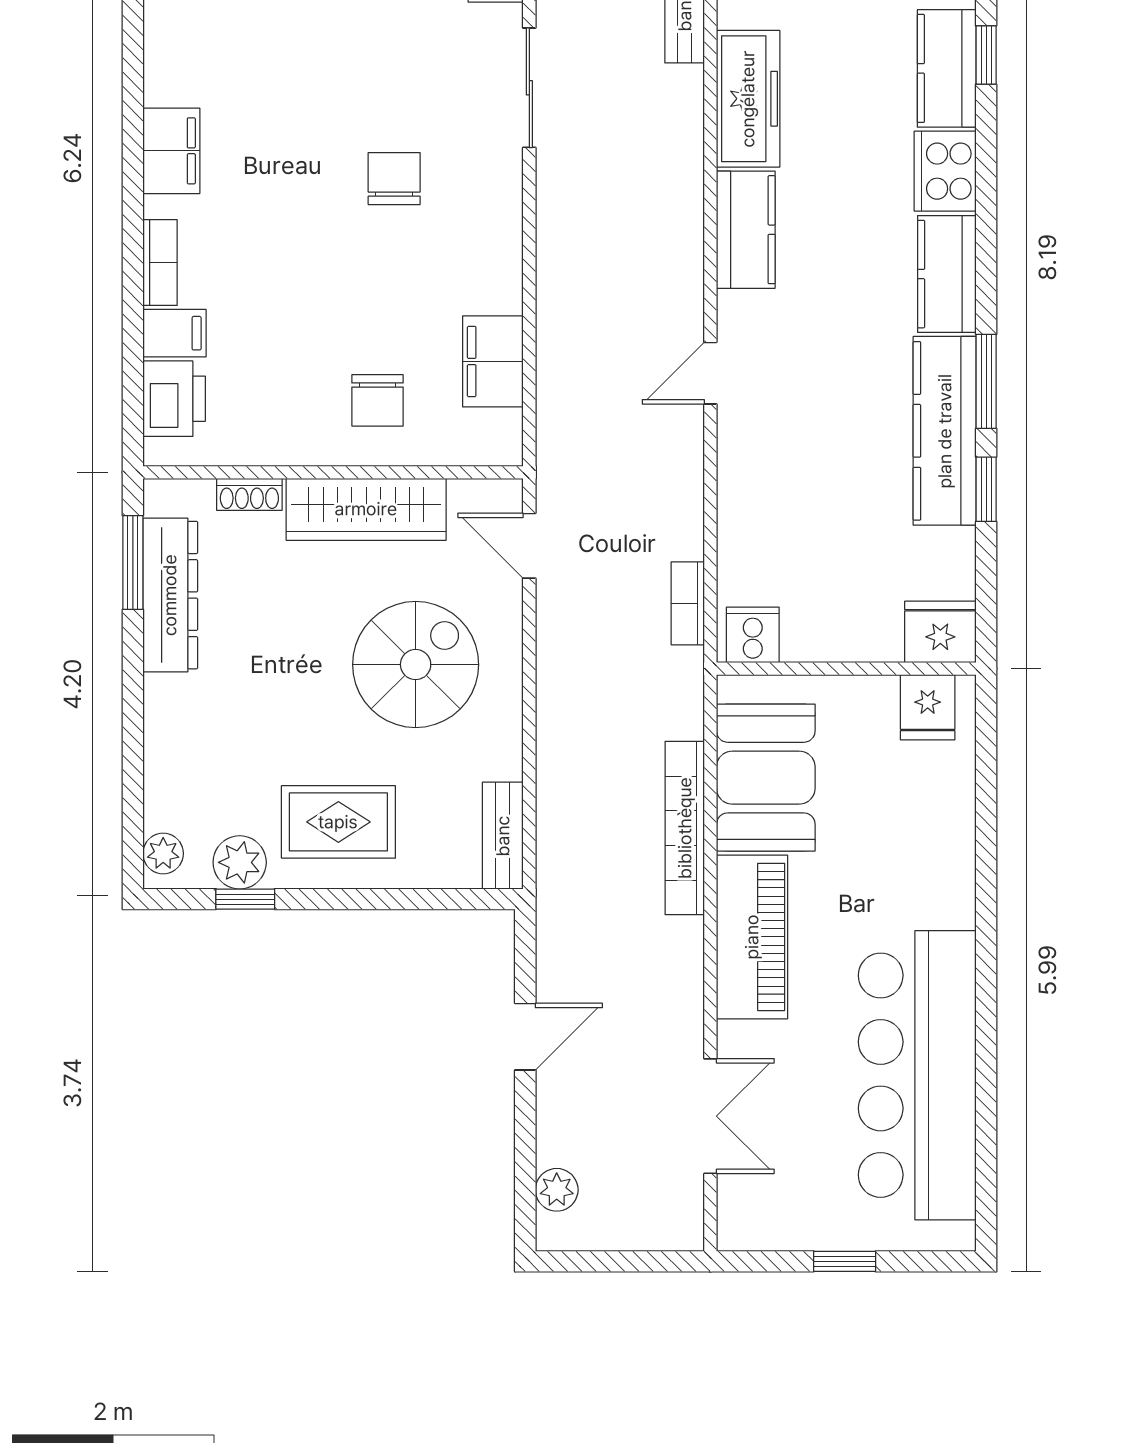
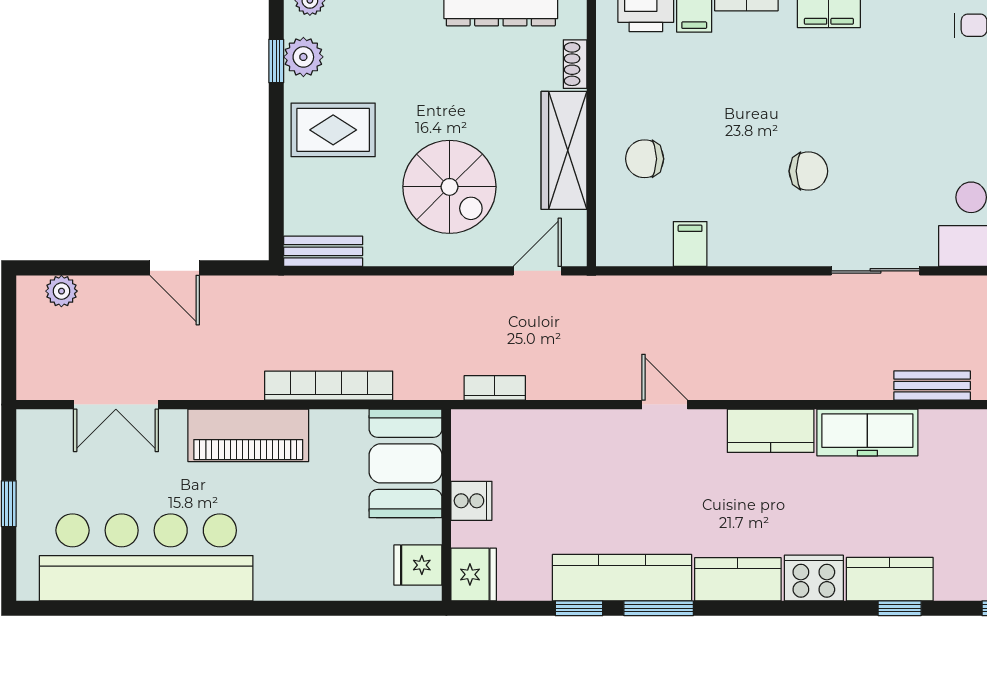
filing cabinet: (493, 361) -> (690, 244), width x0.50
cooker: (753, 635) -> (471, 501), moved
booth: (766, 778) -> (406, 463), moved, turned 90
rug: (338, 822) -> (333, 130), turned 90

